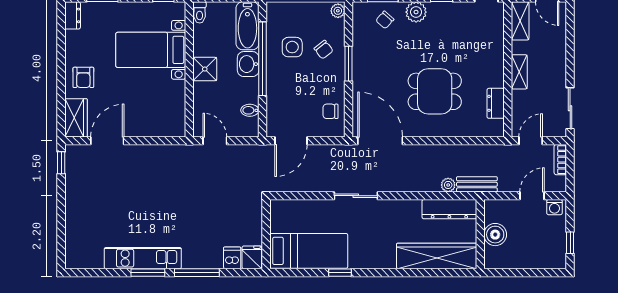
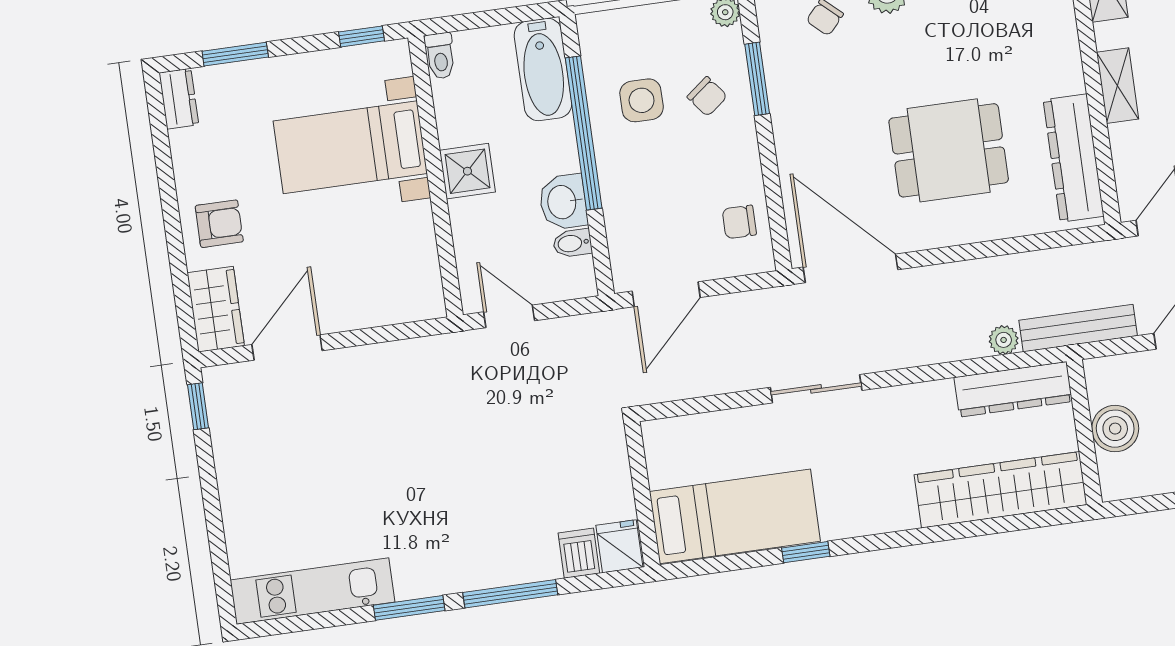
washbasin: (248, 64) -> (563, 202), moved
window: (349, 64) -> (757, 79), moved
armchair: (83, 77) -> (219, 224), turned -90
dresser: (496, 103) -> (1074, 158), width x1.96, depth x1.24
bench: (477, 184) -> (1078, 328), width x1.36
kitchen unit: (143, 258) -> (313, 591), moved

